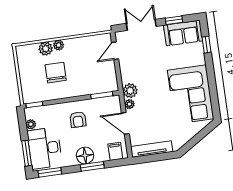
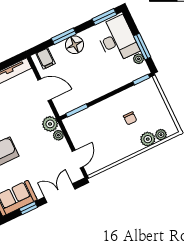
double door: (141, 25) -> (60, 193), swing flipped
plant: (59, 45) -> (161, 135), moved
chair: (56, 73) -> (130, 118), width x0.54, depth x0.54
plant: (129, 104) -> (58, 135), moved
armchair: (78, 120) -> (93, 78), removed
window: (27, 153) -> (142, 46), moved

